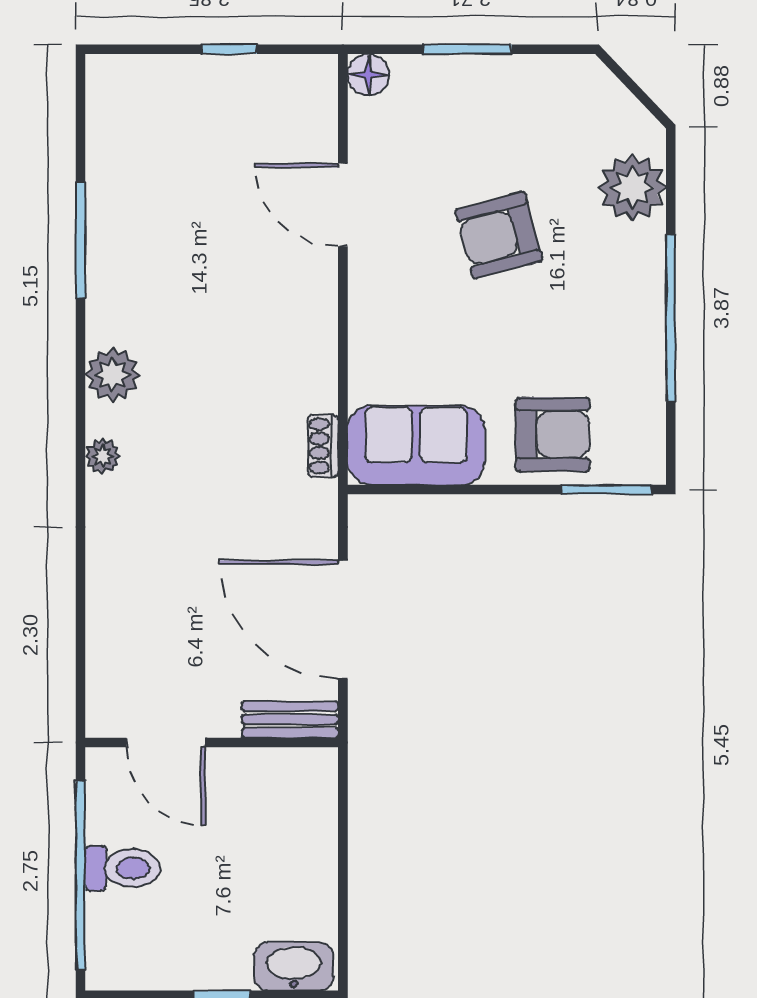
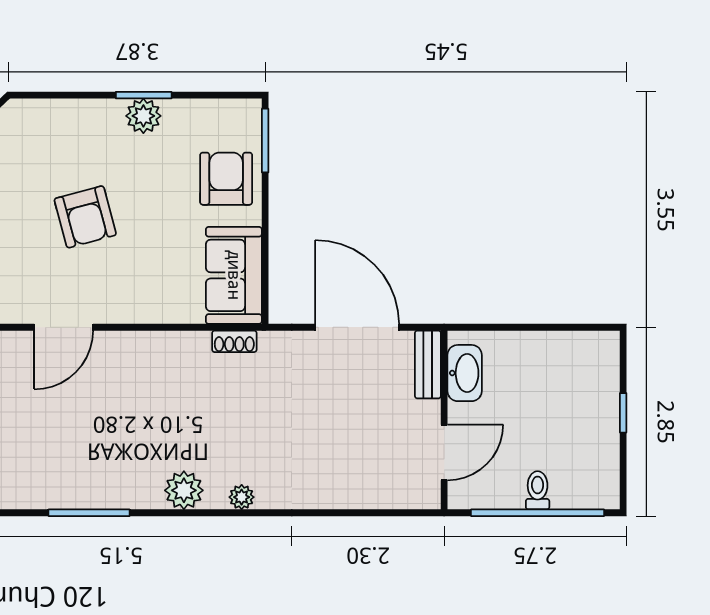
plant: (632, 188) -> (143, 116), moved, width x0.73, depth x0.73
window: (671, 318) -> (144, 95), width x0.47
door: (343, 619) -> (357, 327), swing flipped
toilet: (123, 868) -> (538, 490), width x0.73, depth x0.72
washbasin: (294, 966) -> (465, 373), moved, turned 180

